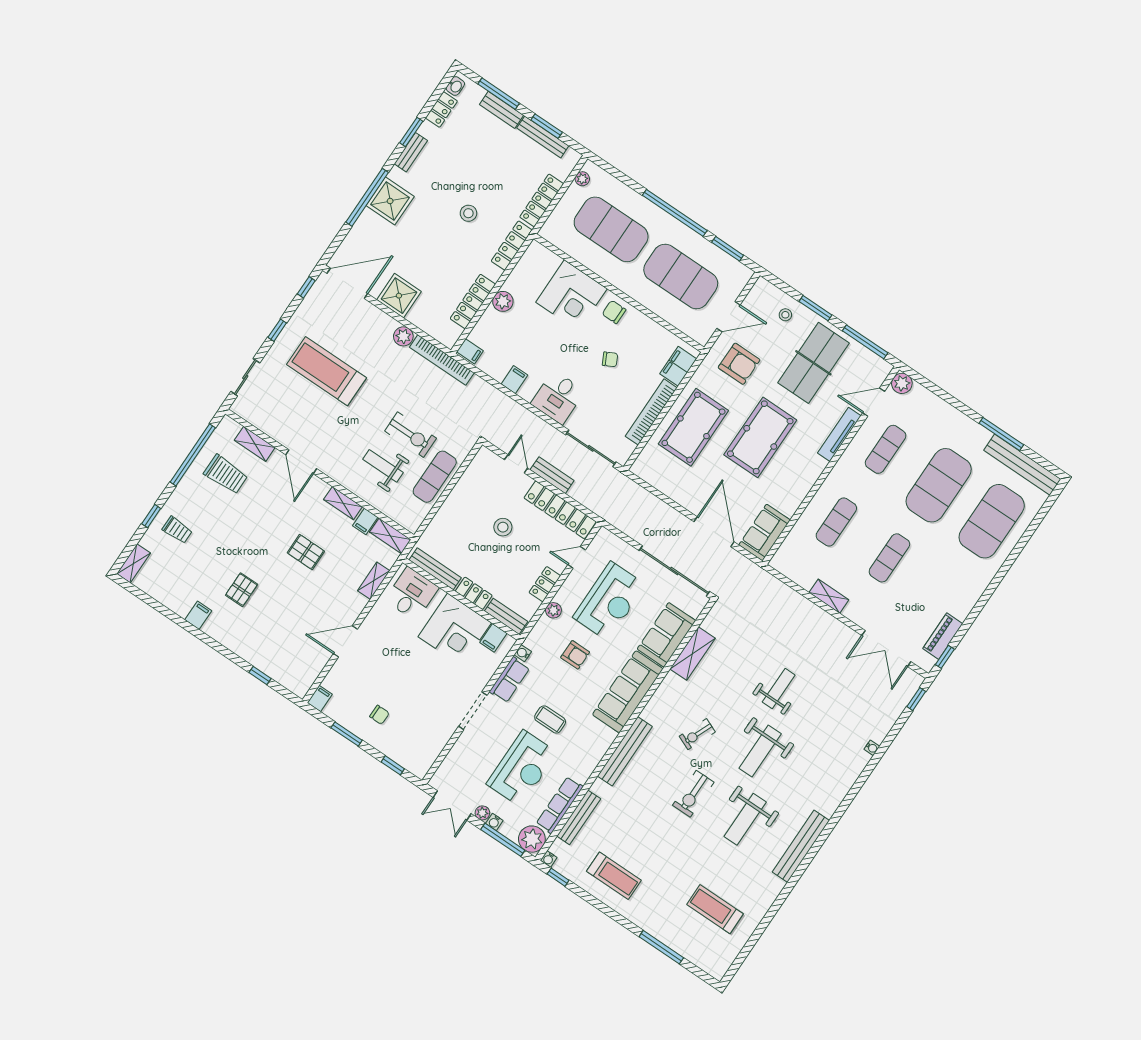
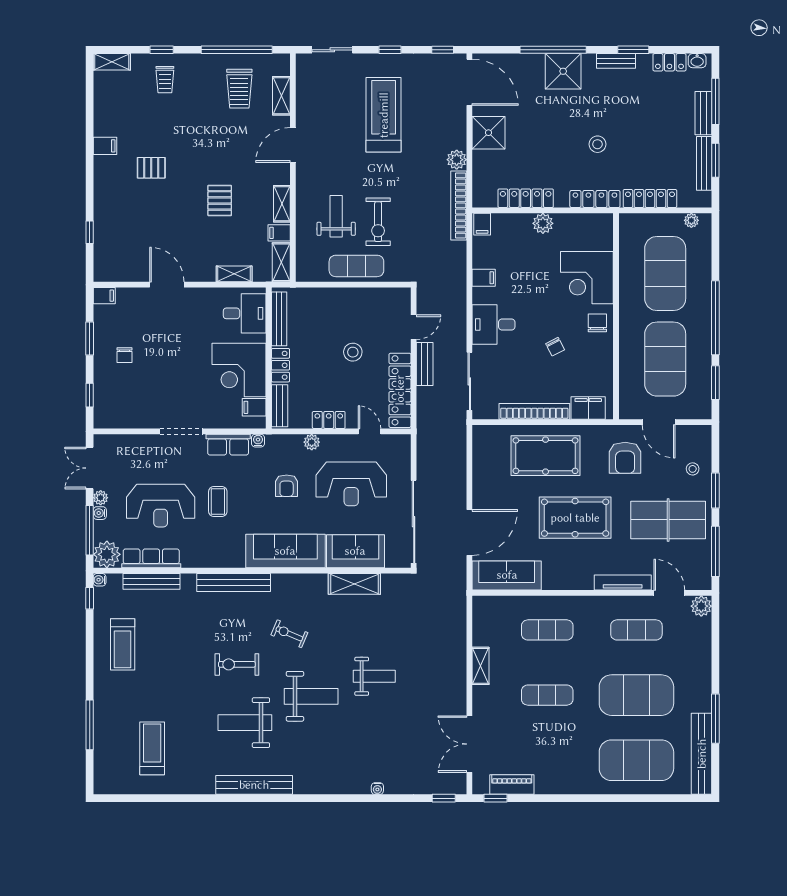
sofa: (765, 532) -> (507, 575), width x1.36
weight bench: (760, 751) -> (311, 696), turned 180

